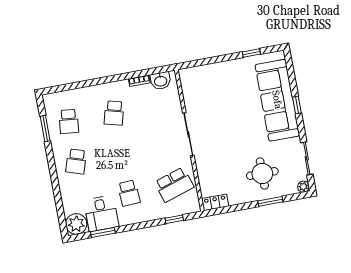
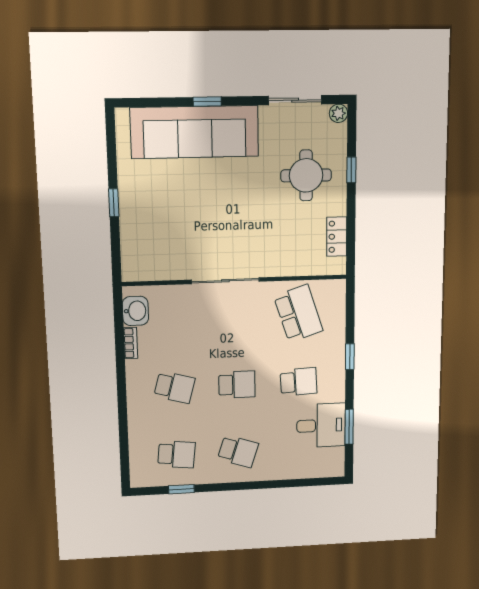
window: (251, 53) -> (114, 203), moved
window: (45, 128) -> (181, 489), width x0.67
school desk: (121, 153) -> (237, 385), added
window: (270, 201) -> (351, 170), width x0.67
locker: (215, 202) -> (337, 237), moved
window: (174, 219) -> (350, 357), moved
plant: (76, 224) -> (330, 463), removed

